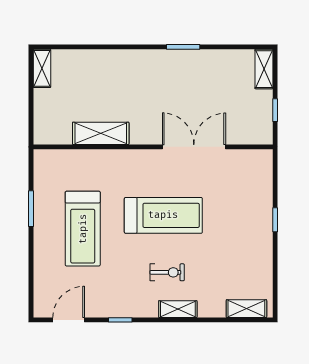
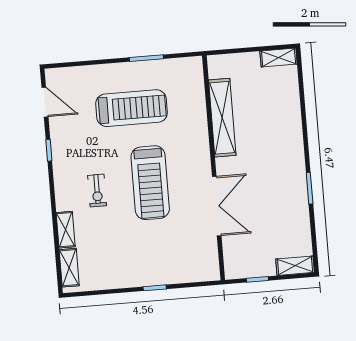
shelving: (101, 133) -> (222, 118), width x1.47
treadmill: (83, 229) -> (132, 108), turned 180
shelving: (178, 309) -> (66, 230), moved

